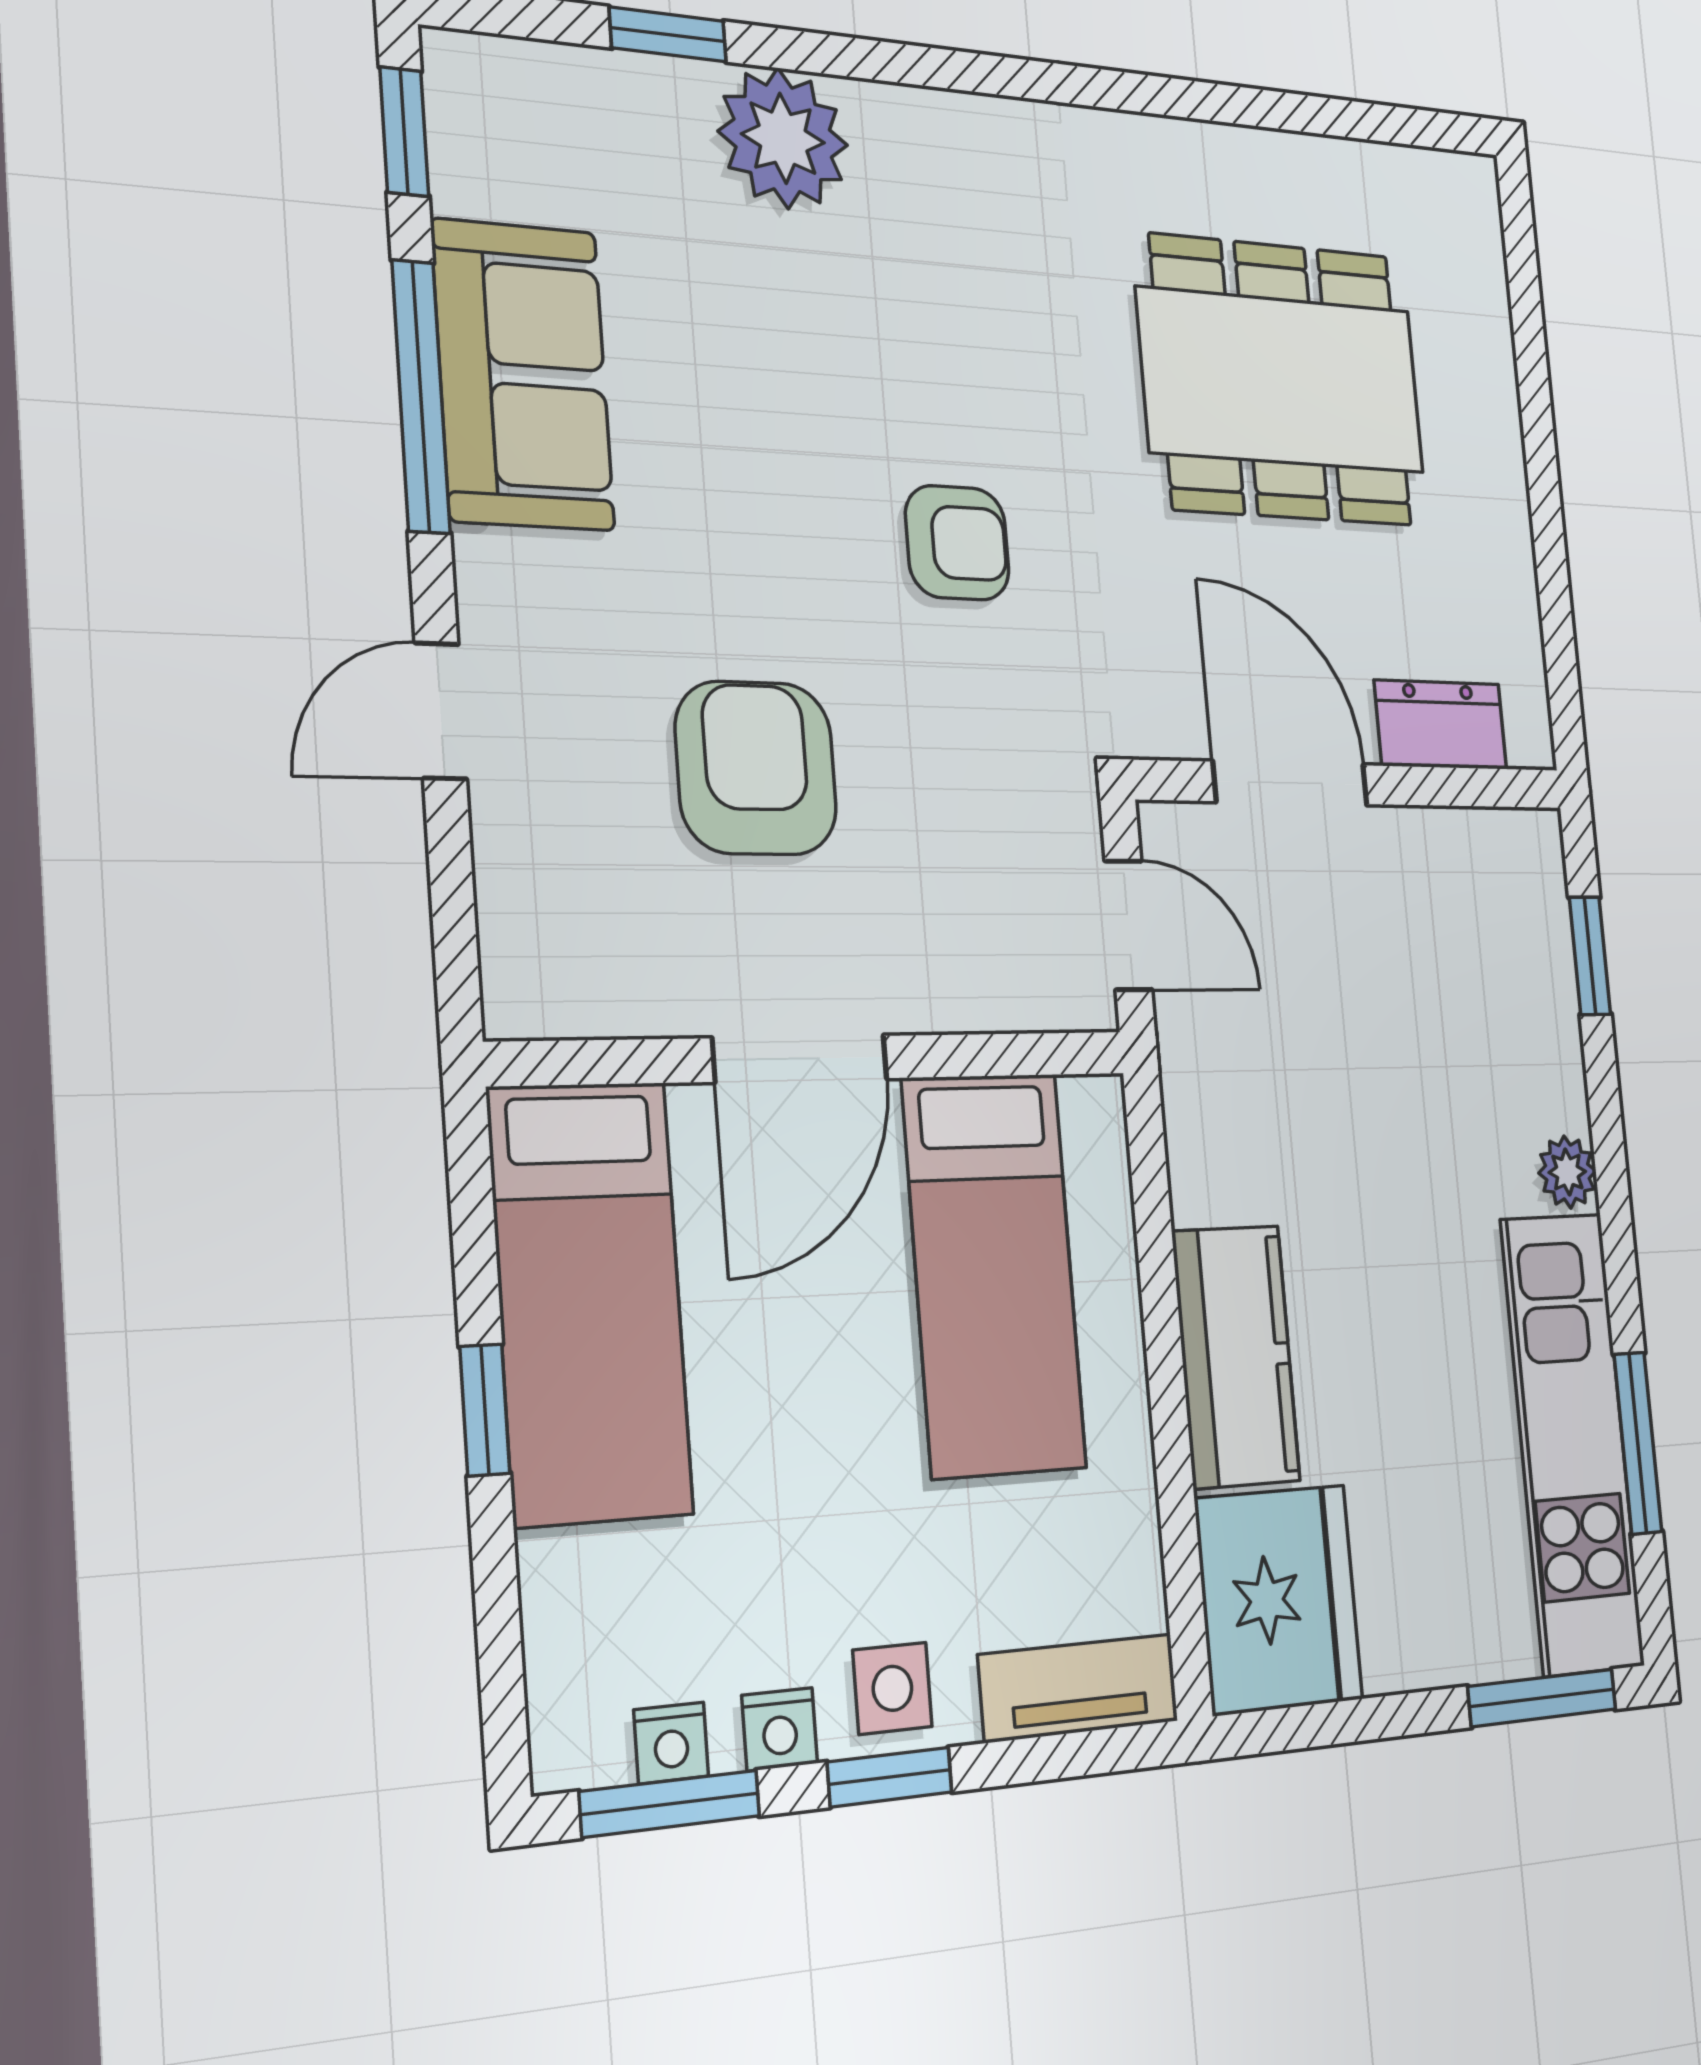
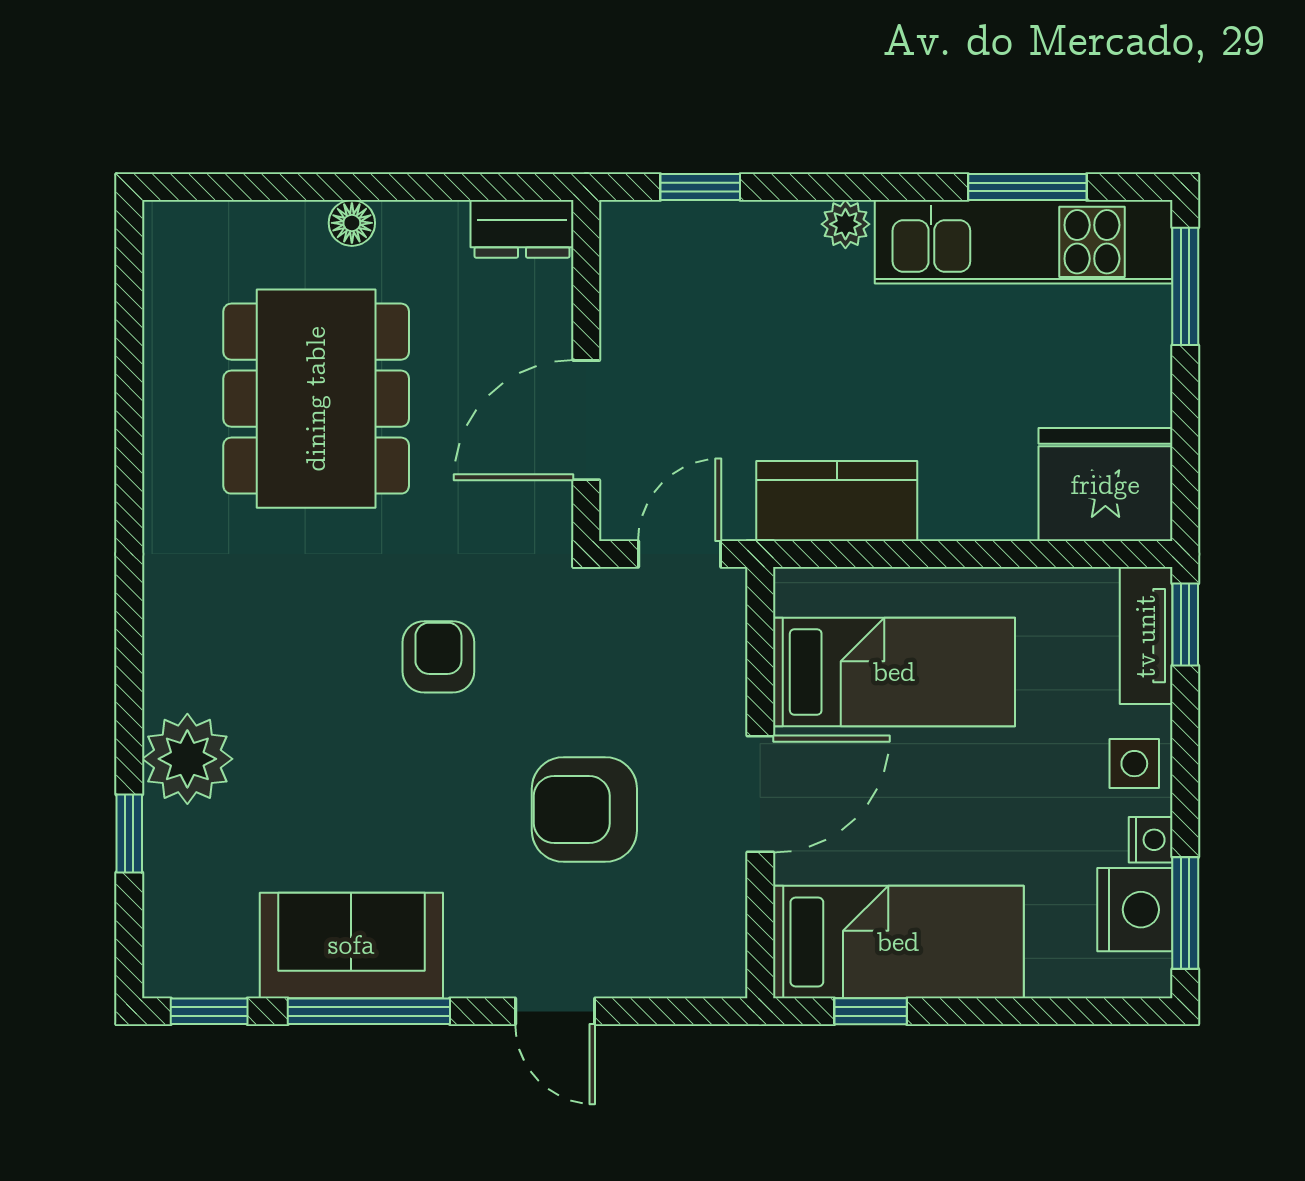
floor lamp: (1499, 449) -> (352, 223), added
dresser: (1441, 725) -> (522, 229), moved, turned -90
door: (800, 1058) -> (760, 794), hinge flipped
kitchen counter: (1236, 1356) -> (837, 501), moved
window: (485, 1410) -> (871, 1011), moved
nightstand: (671, 1743) -> (1135, 910), width x1.89, depth x1.79
window: (890, 1777) -> (1185, 625), moved

